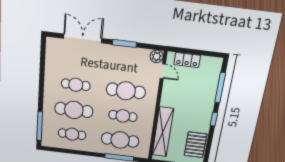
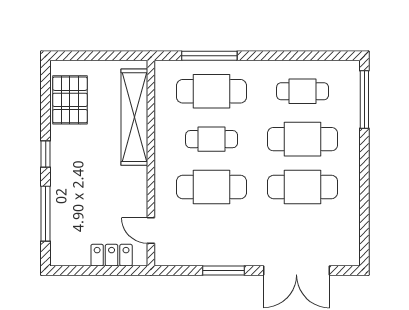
plant: (157, 56) -> (165, 255), removed
cafe table: (76, 85) -> (303, 187), width x1.37, depth x1.35

